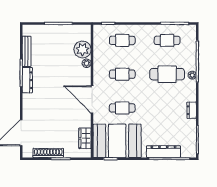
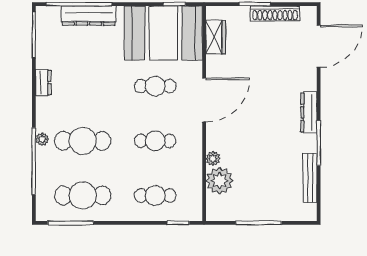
cafe table: (167, 40) -> (83, 195), width x1.37, depth x1.35
dresser: (27, 80) -> (309, 112), moved
door: (92, 99) -> (204, 100), hinge flipped

